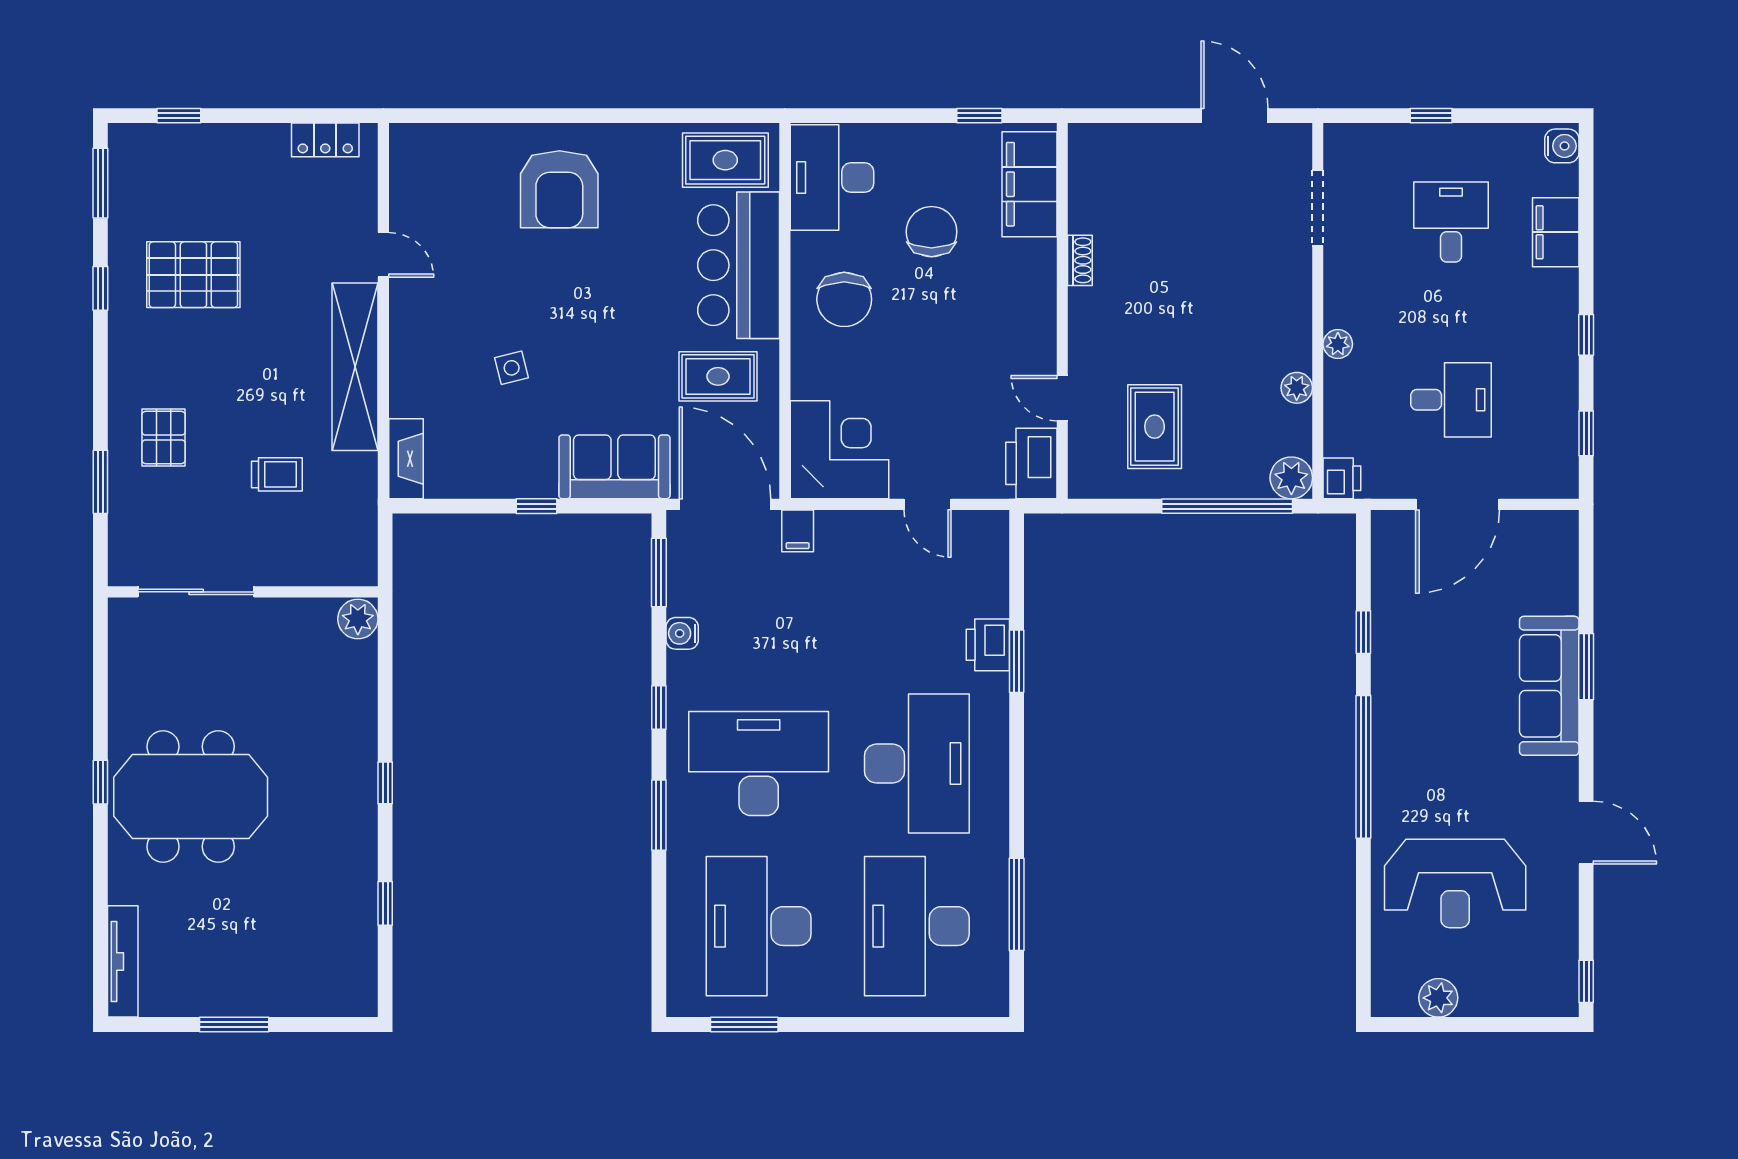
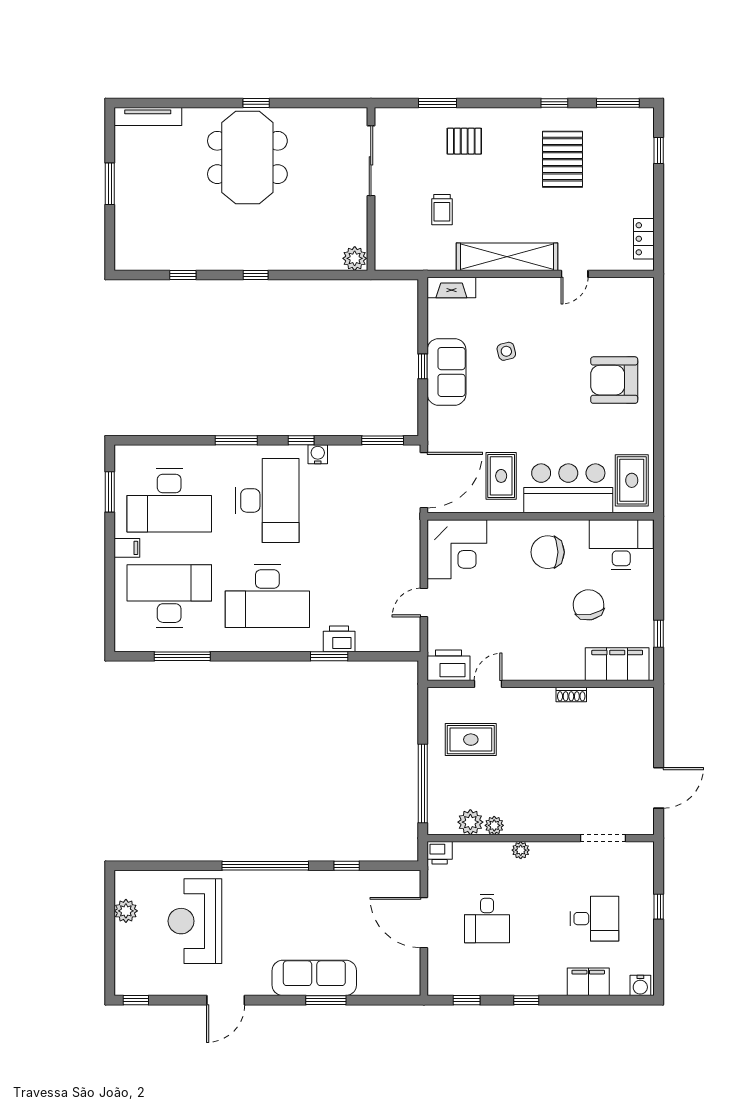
chair: (932, 232) -> (589, 605), turned -101
sofa: (614, 467) -> (447, 372), moved
plant: (1291, 478) -> (470, 822), moved
filing cabinet: (798, 531) -> (127, 548), moved, turned 180
water cooler: (682, 633) -> (318, 454), moved
desk: (759, 926) -> (169, 500), turned 180

